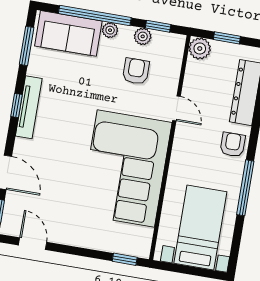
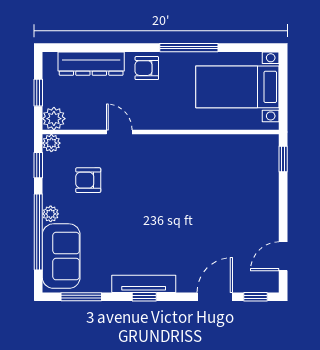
plant: (143, 36) -> (51, 143), moved
door: (176, 108) -> (119, 132), hinge flipped
corner sofa: (126, 169) -> (190, 174), removed

